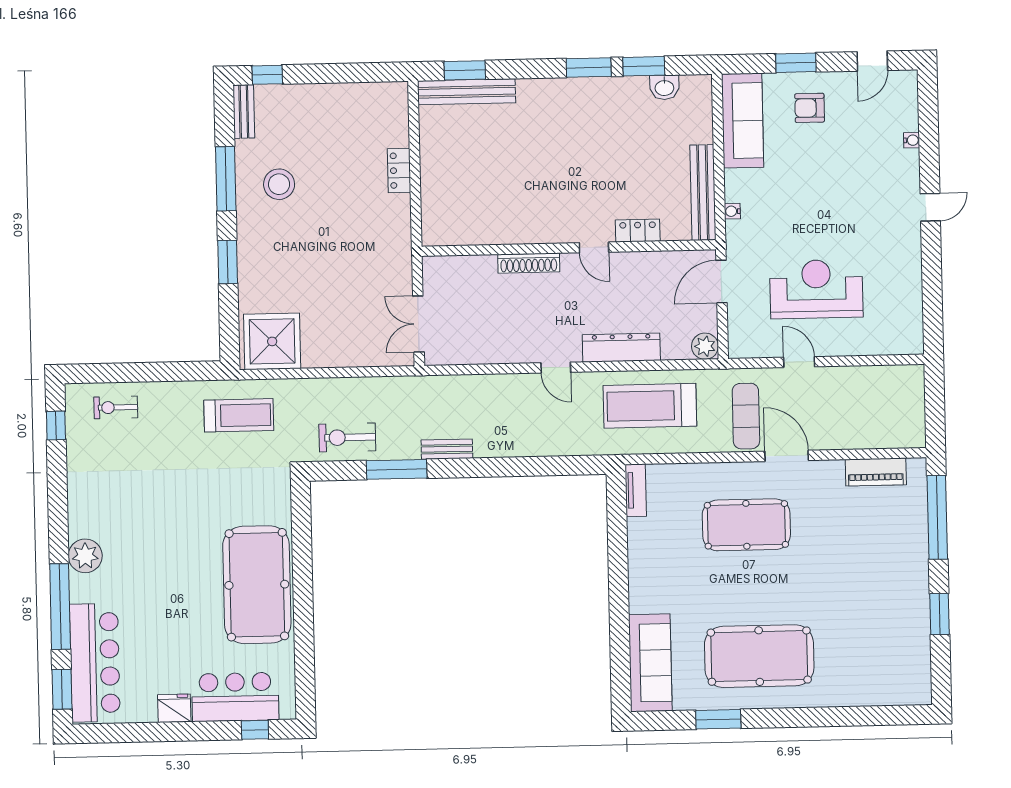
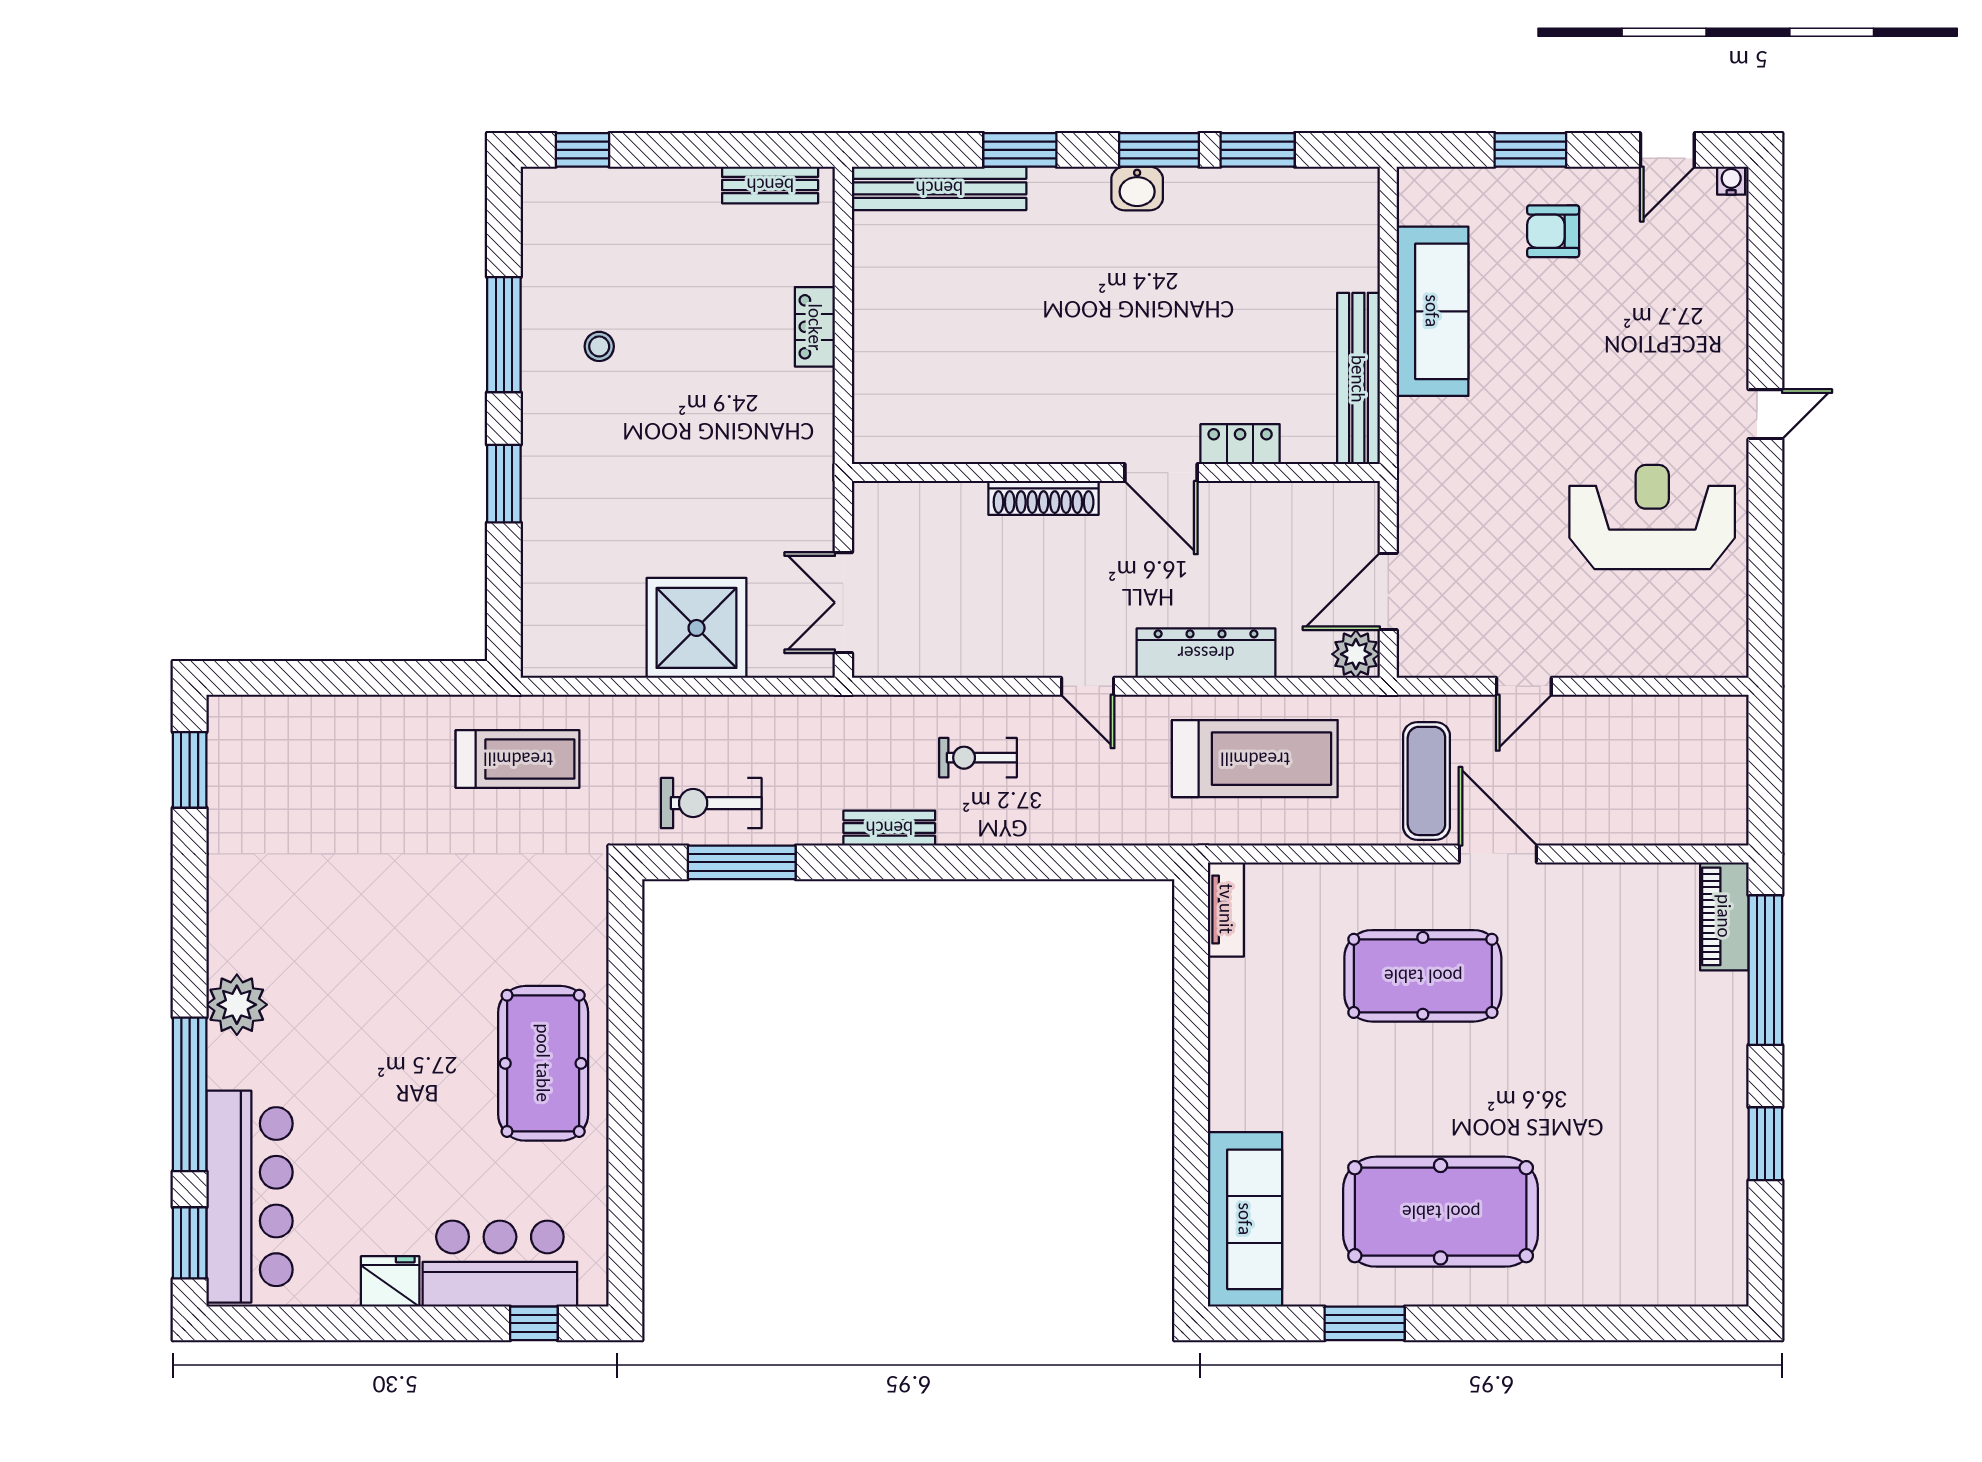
window: (465, 70) -> (1020, 150), moved
washbasin: (664, 87) -> (1137, 189), moved
bench: (244, 111) -> (770, 185), moved, turned 90
sofa: (743, 121) -> (1432, 311), moved
water cooler: (912, 140) -> (1731, 181), moved, turned -90
stool: (279, 184) -> (599, 346), width x0.53, depth x0.53
water cooler: (732, 211) -> (1410, 413), removed
door: (594, 247) -> (1161, 473), width x1.38
door: (721, 282) -> (1388, 592), moved
reception desk: (816, 289) -> (1652, 517), moved
shower: (272, 341) -> (697, 628), moved
door: (799, 362) -> (1524, 686), swing flipped
treadmill: (650, 406) -> (1255, 759), turned 180
exercise bike: (116, 407) -> (978, 758), moved
window: (56, 426) -> (190, 770), width x1.50
window: (397, 469) -> (742, 862), moved
piano: (876, 472) -> (1724, 916), moved, turned 90
pool table: (257, 585) -> (543, 1063), width x0.73, depth x0.76

